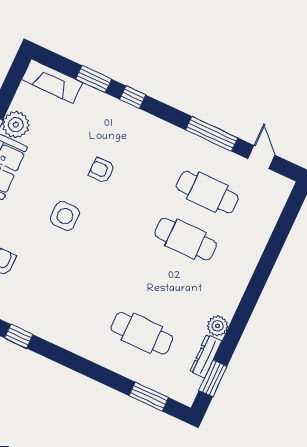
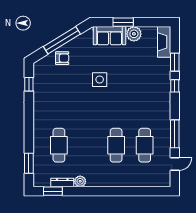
armchair: (102, 170) -> (131, 87), removed

